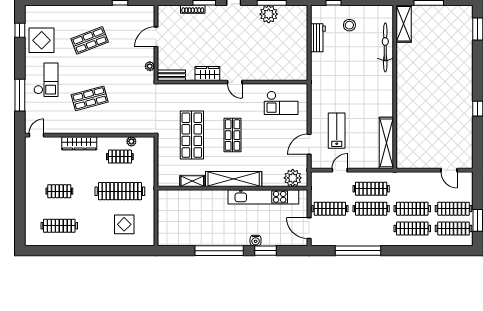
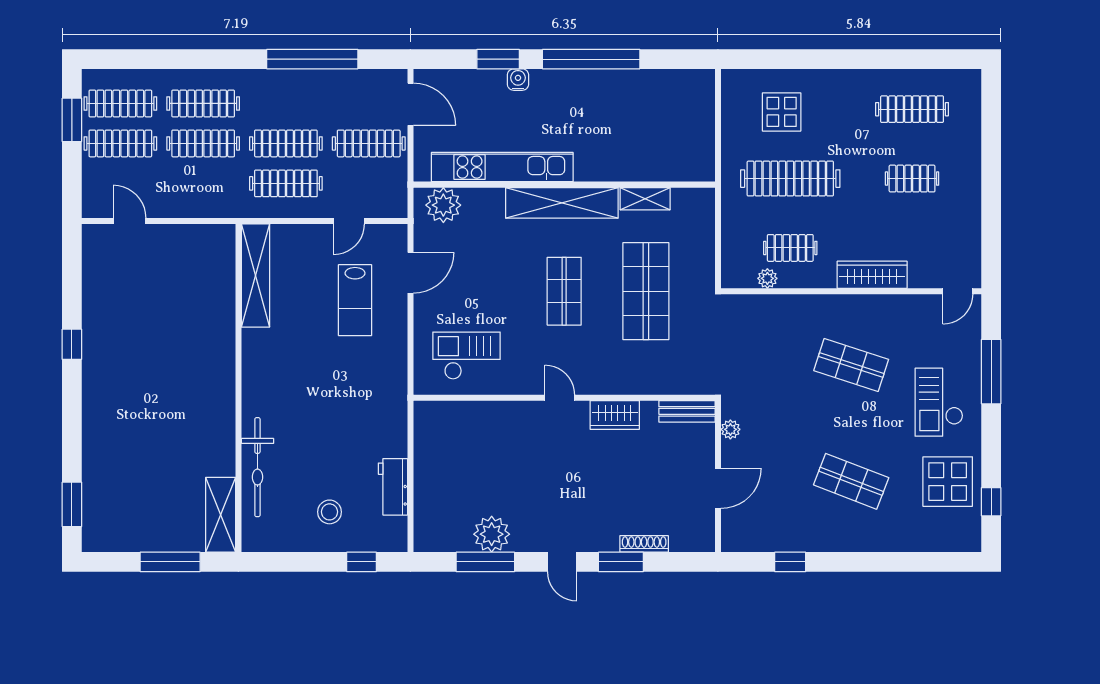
shop shelf: (90, 40) -> (851, 481), turned 42
shop shelf: (90, 98) -> (851, 365), turned 33

